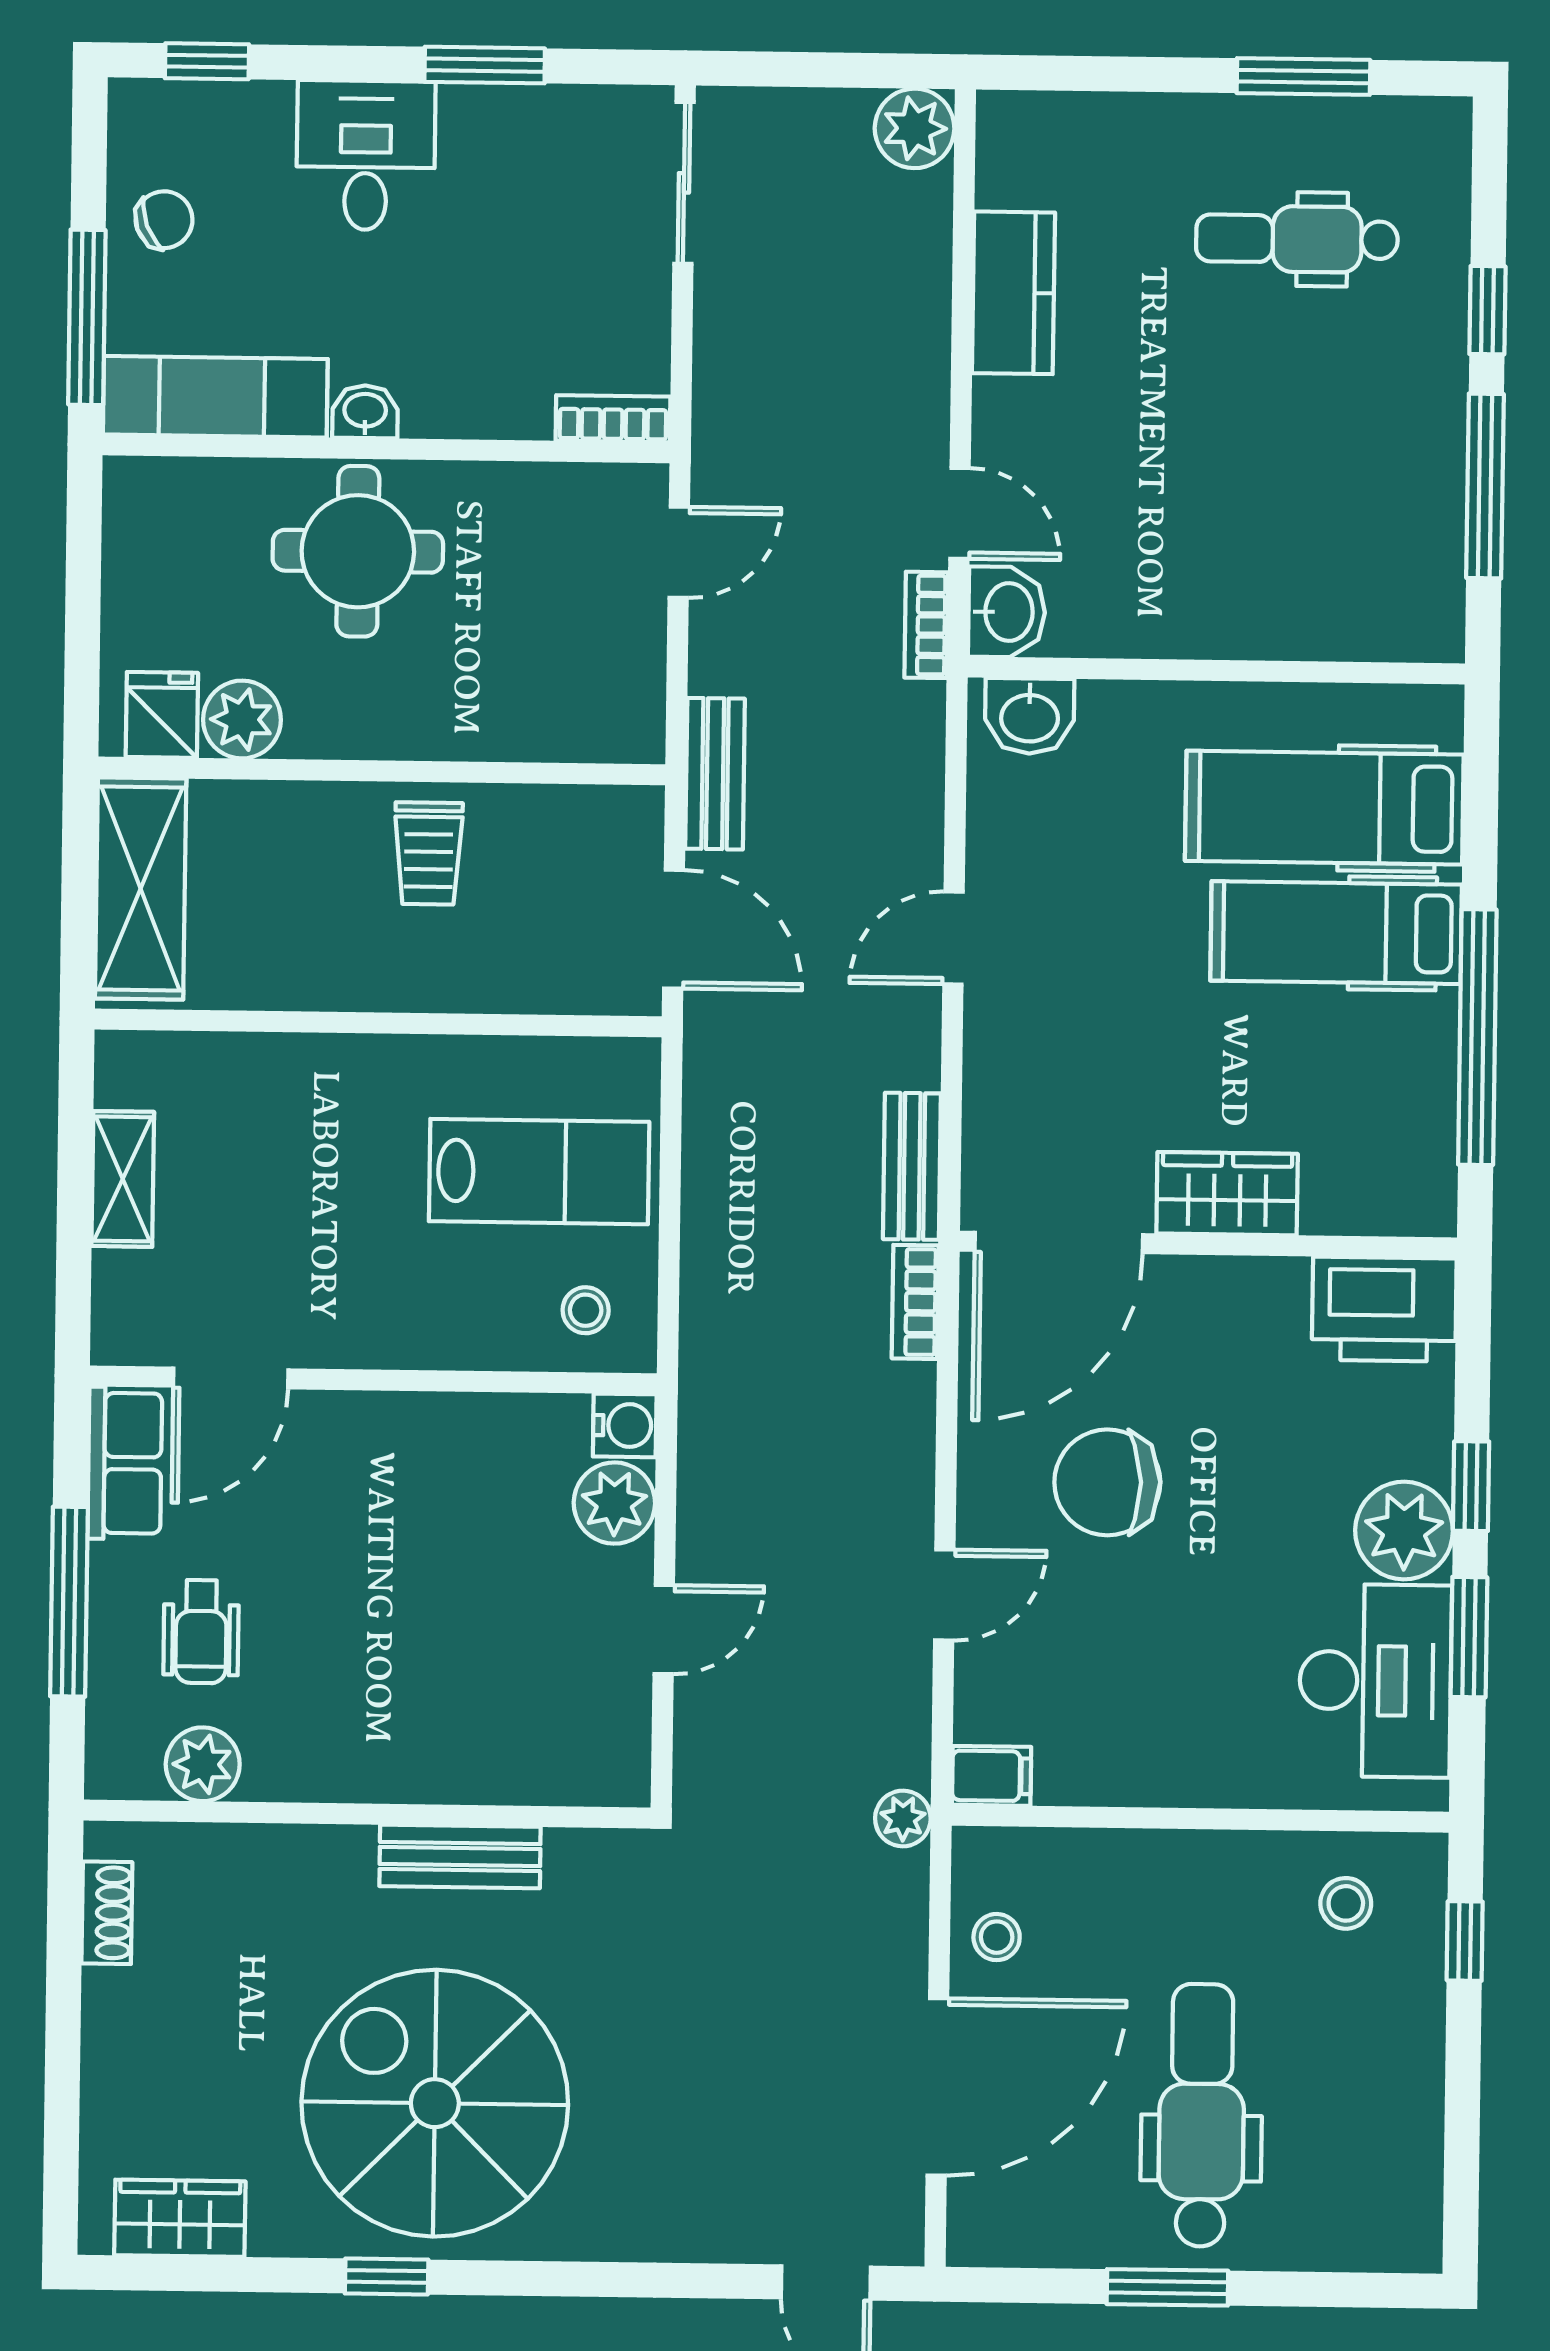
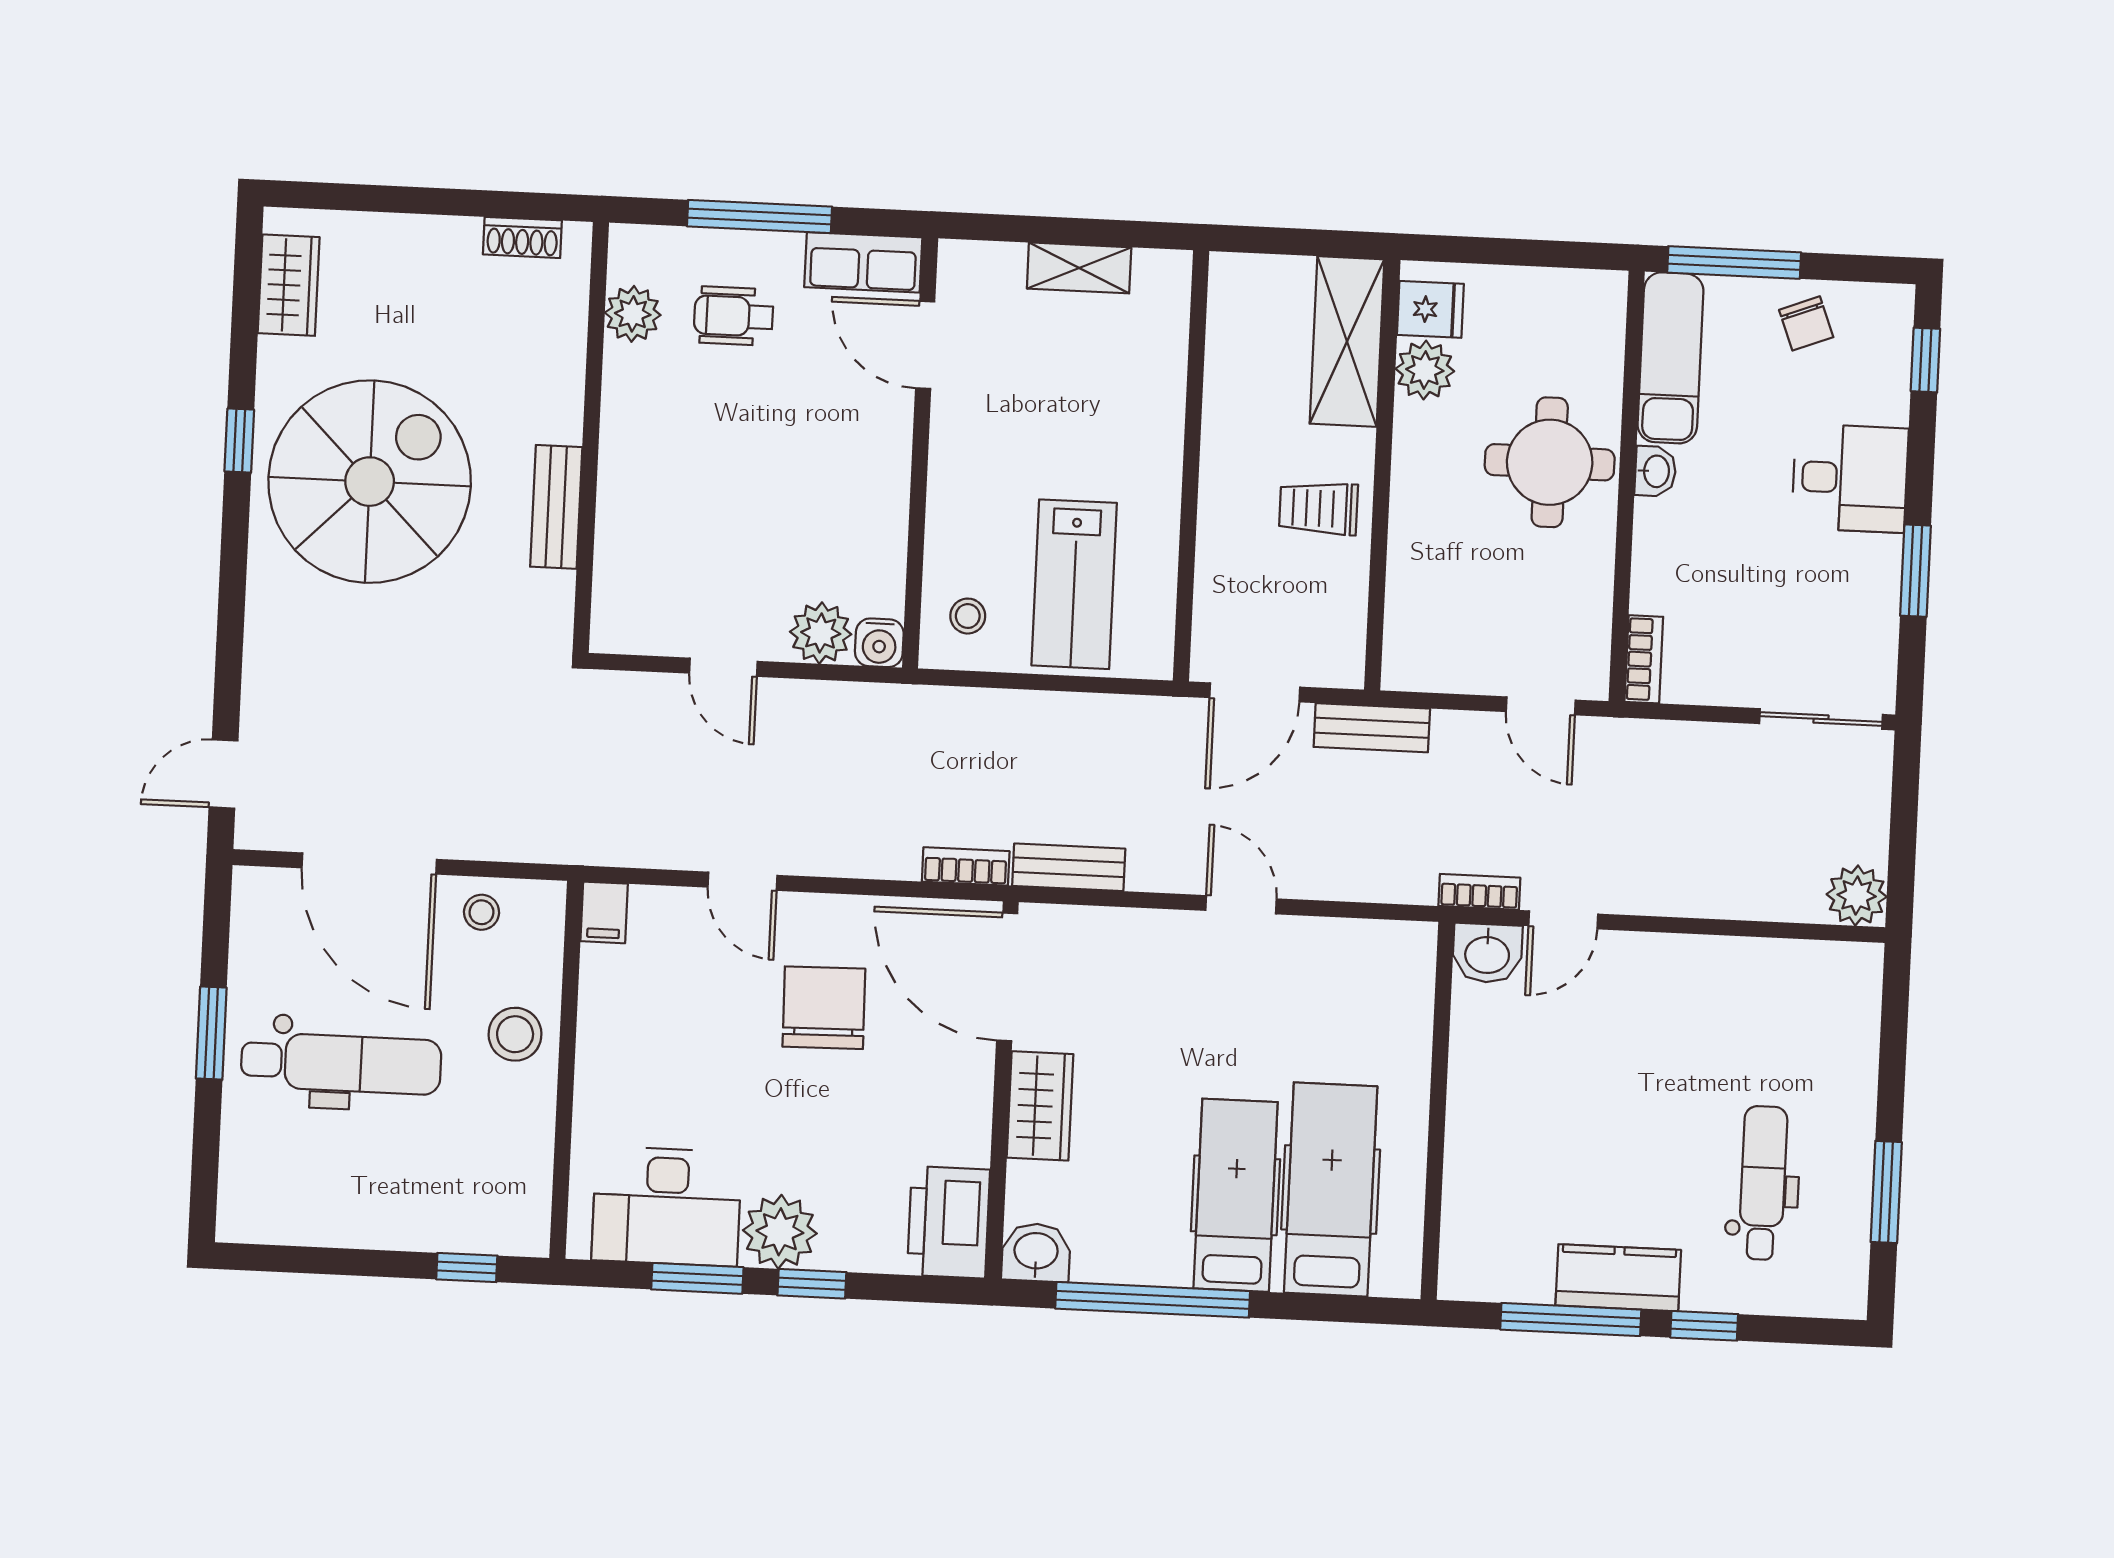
kitchen counter: (1013, 293) -> (1618, 1278), moved, turned 180
washbasin: (1030, 716) -> (1036, 1252), moved, turned 90
shelving: (141, 888) -> (1347, 341), moved, turned 90
plant: (903, 1818) -> (574, 844), removed
stool: (1346, 1903) -> (515, 1034), moved, width x1.37, depth x1.37

